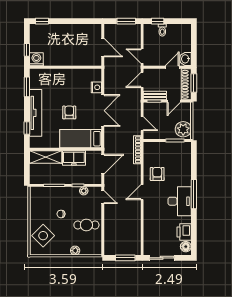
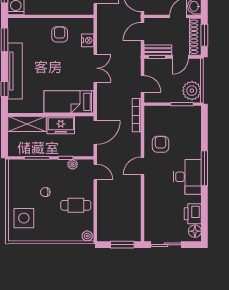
double door: (103, 111) -> (95, 68), width x0.73
armchair: (69, 112) -> (60, 34), moved
side table: (43, 236) -> (24, 218), turned 45
plant: (75, 251) -> (87, 236), moved

